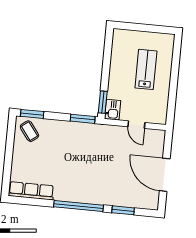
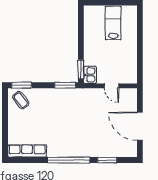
lab bench: (146, 69) -> (113, 23), moved

